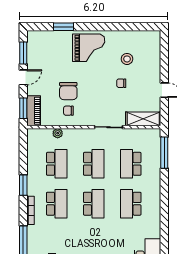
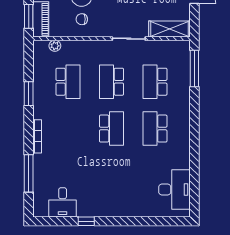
plant: (58, 133) -> (55, 46), moved
school desk: (94, 164) -> (111, 82), turned 180
window: (23, 185) -> (29, 94), moved
school desk: (57, 204) -> (68, 129), removed

